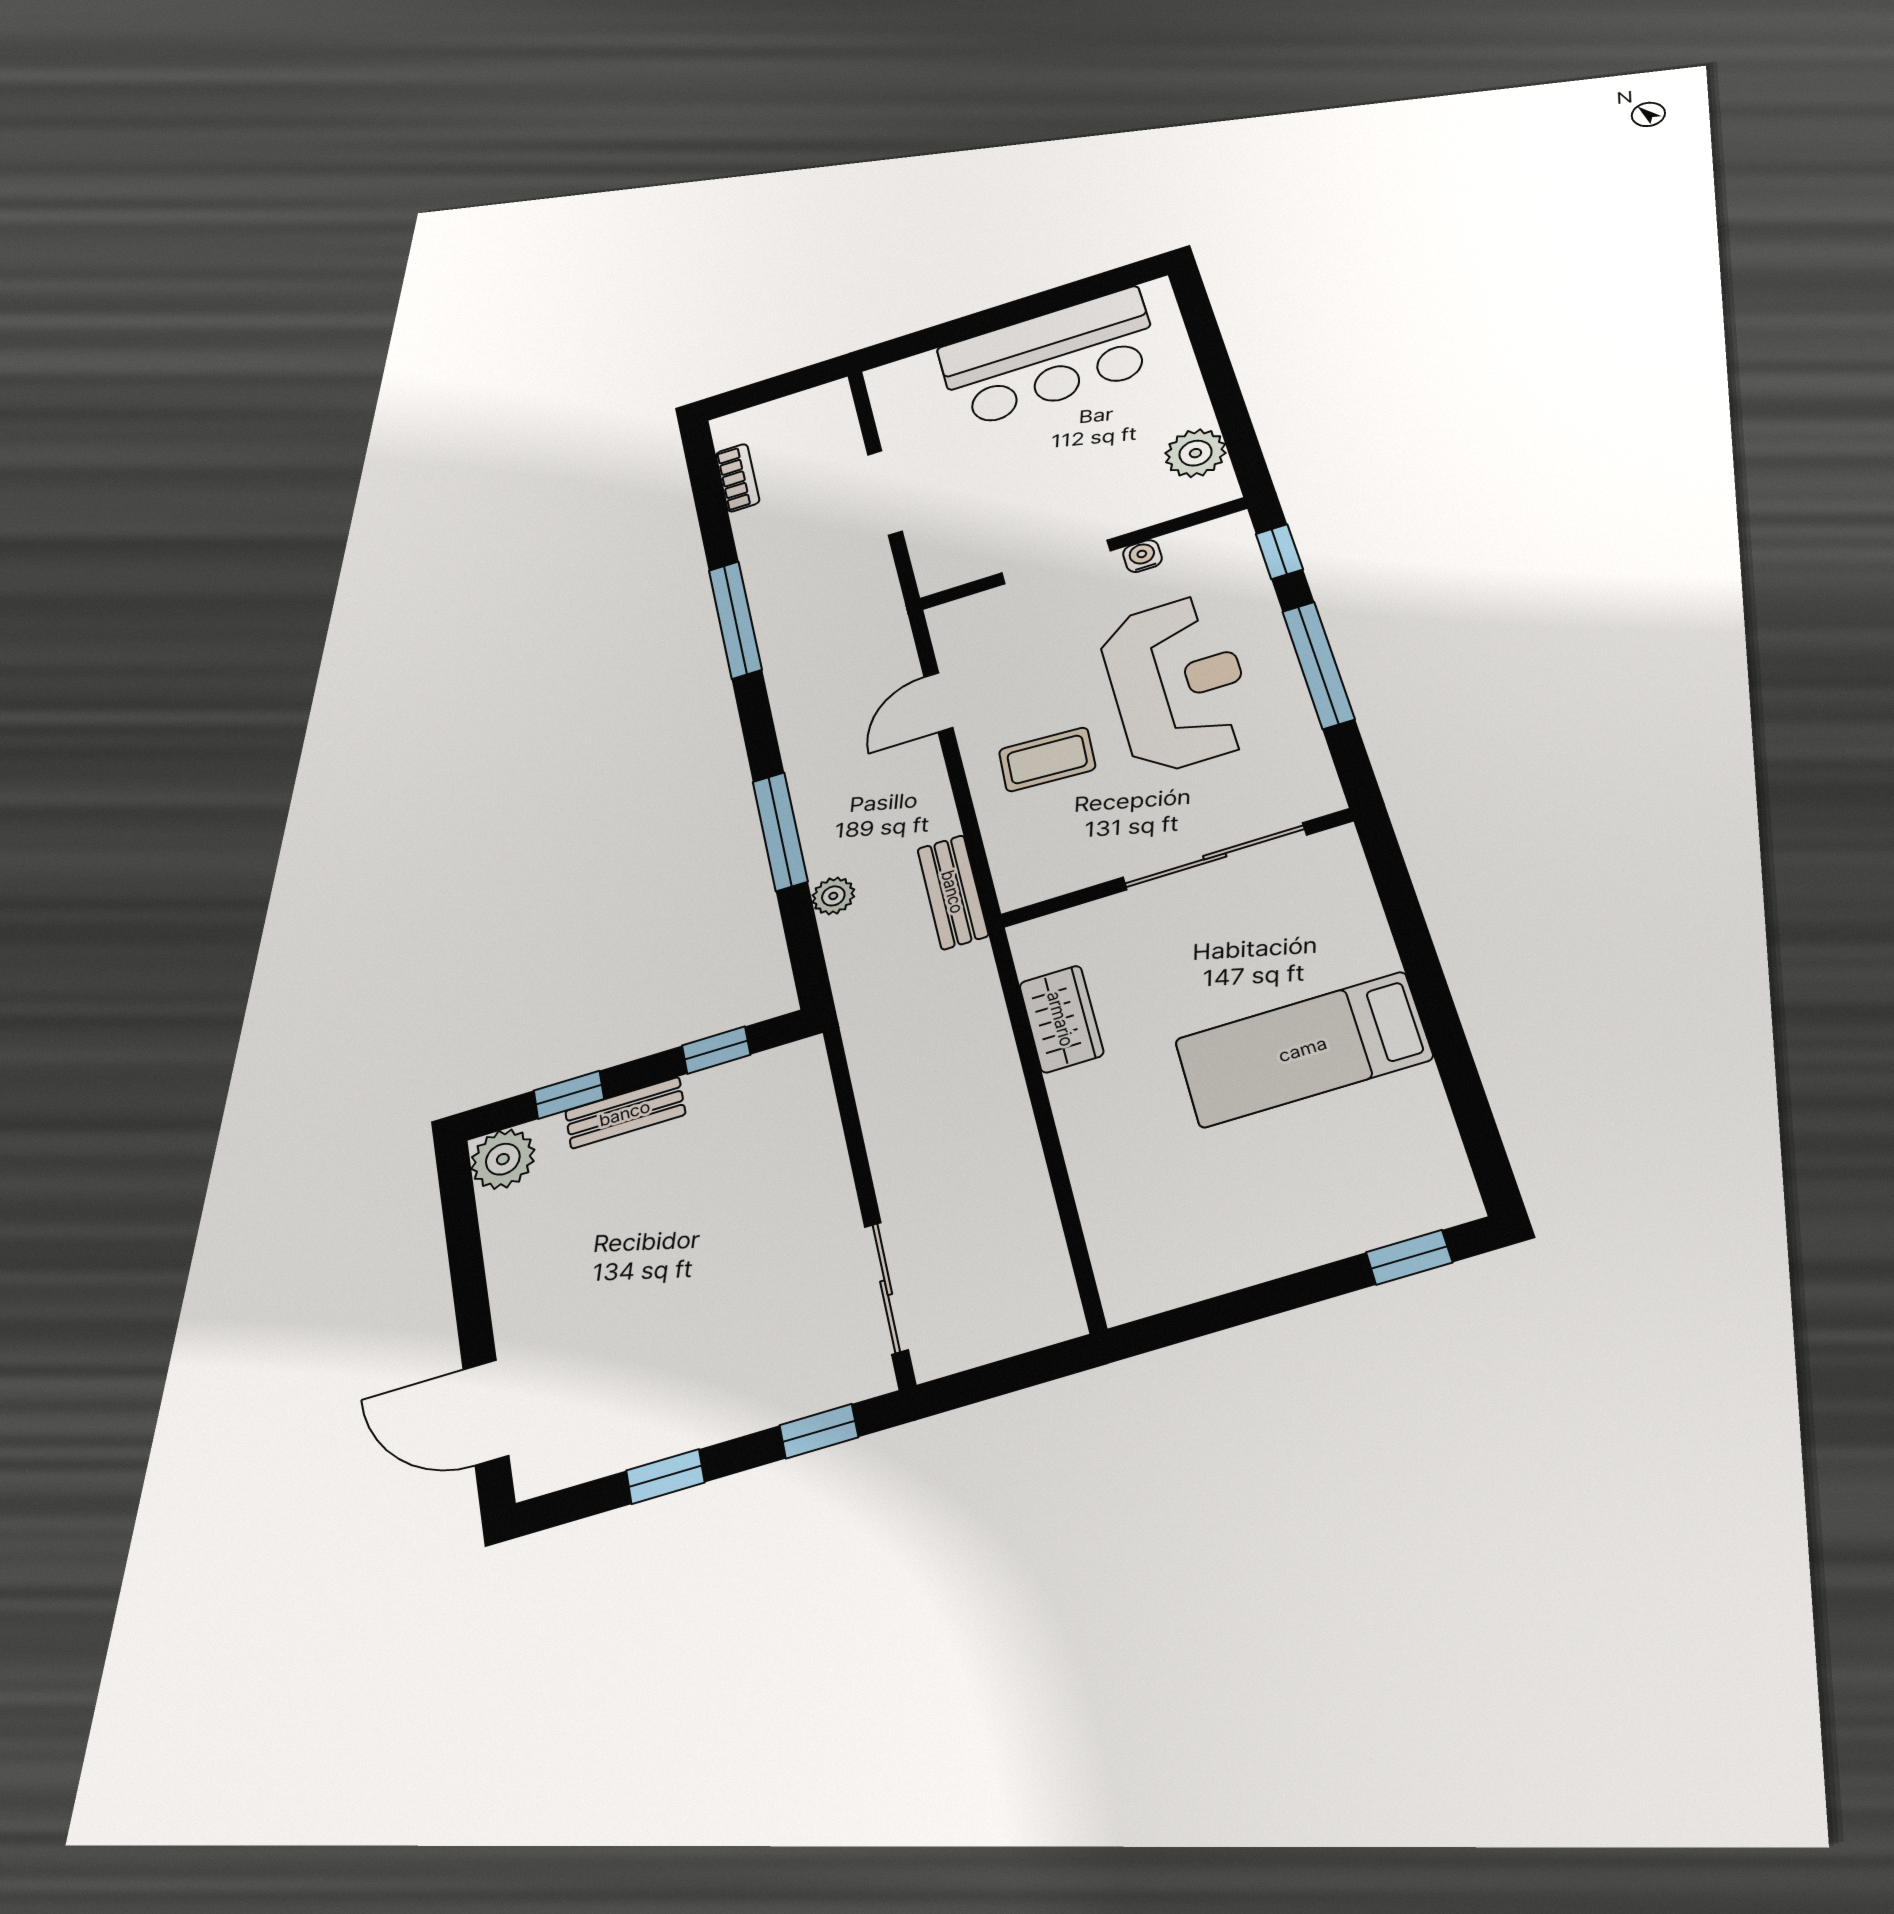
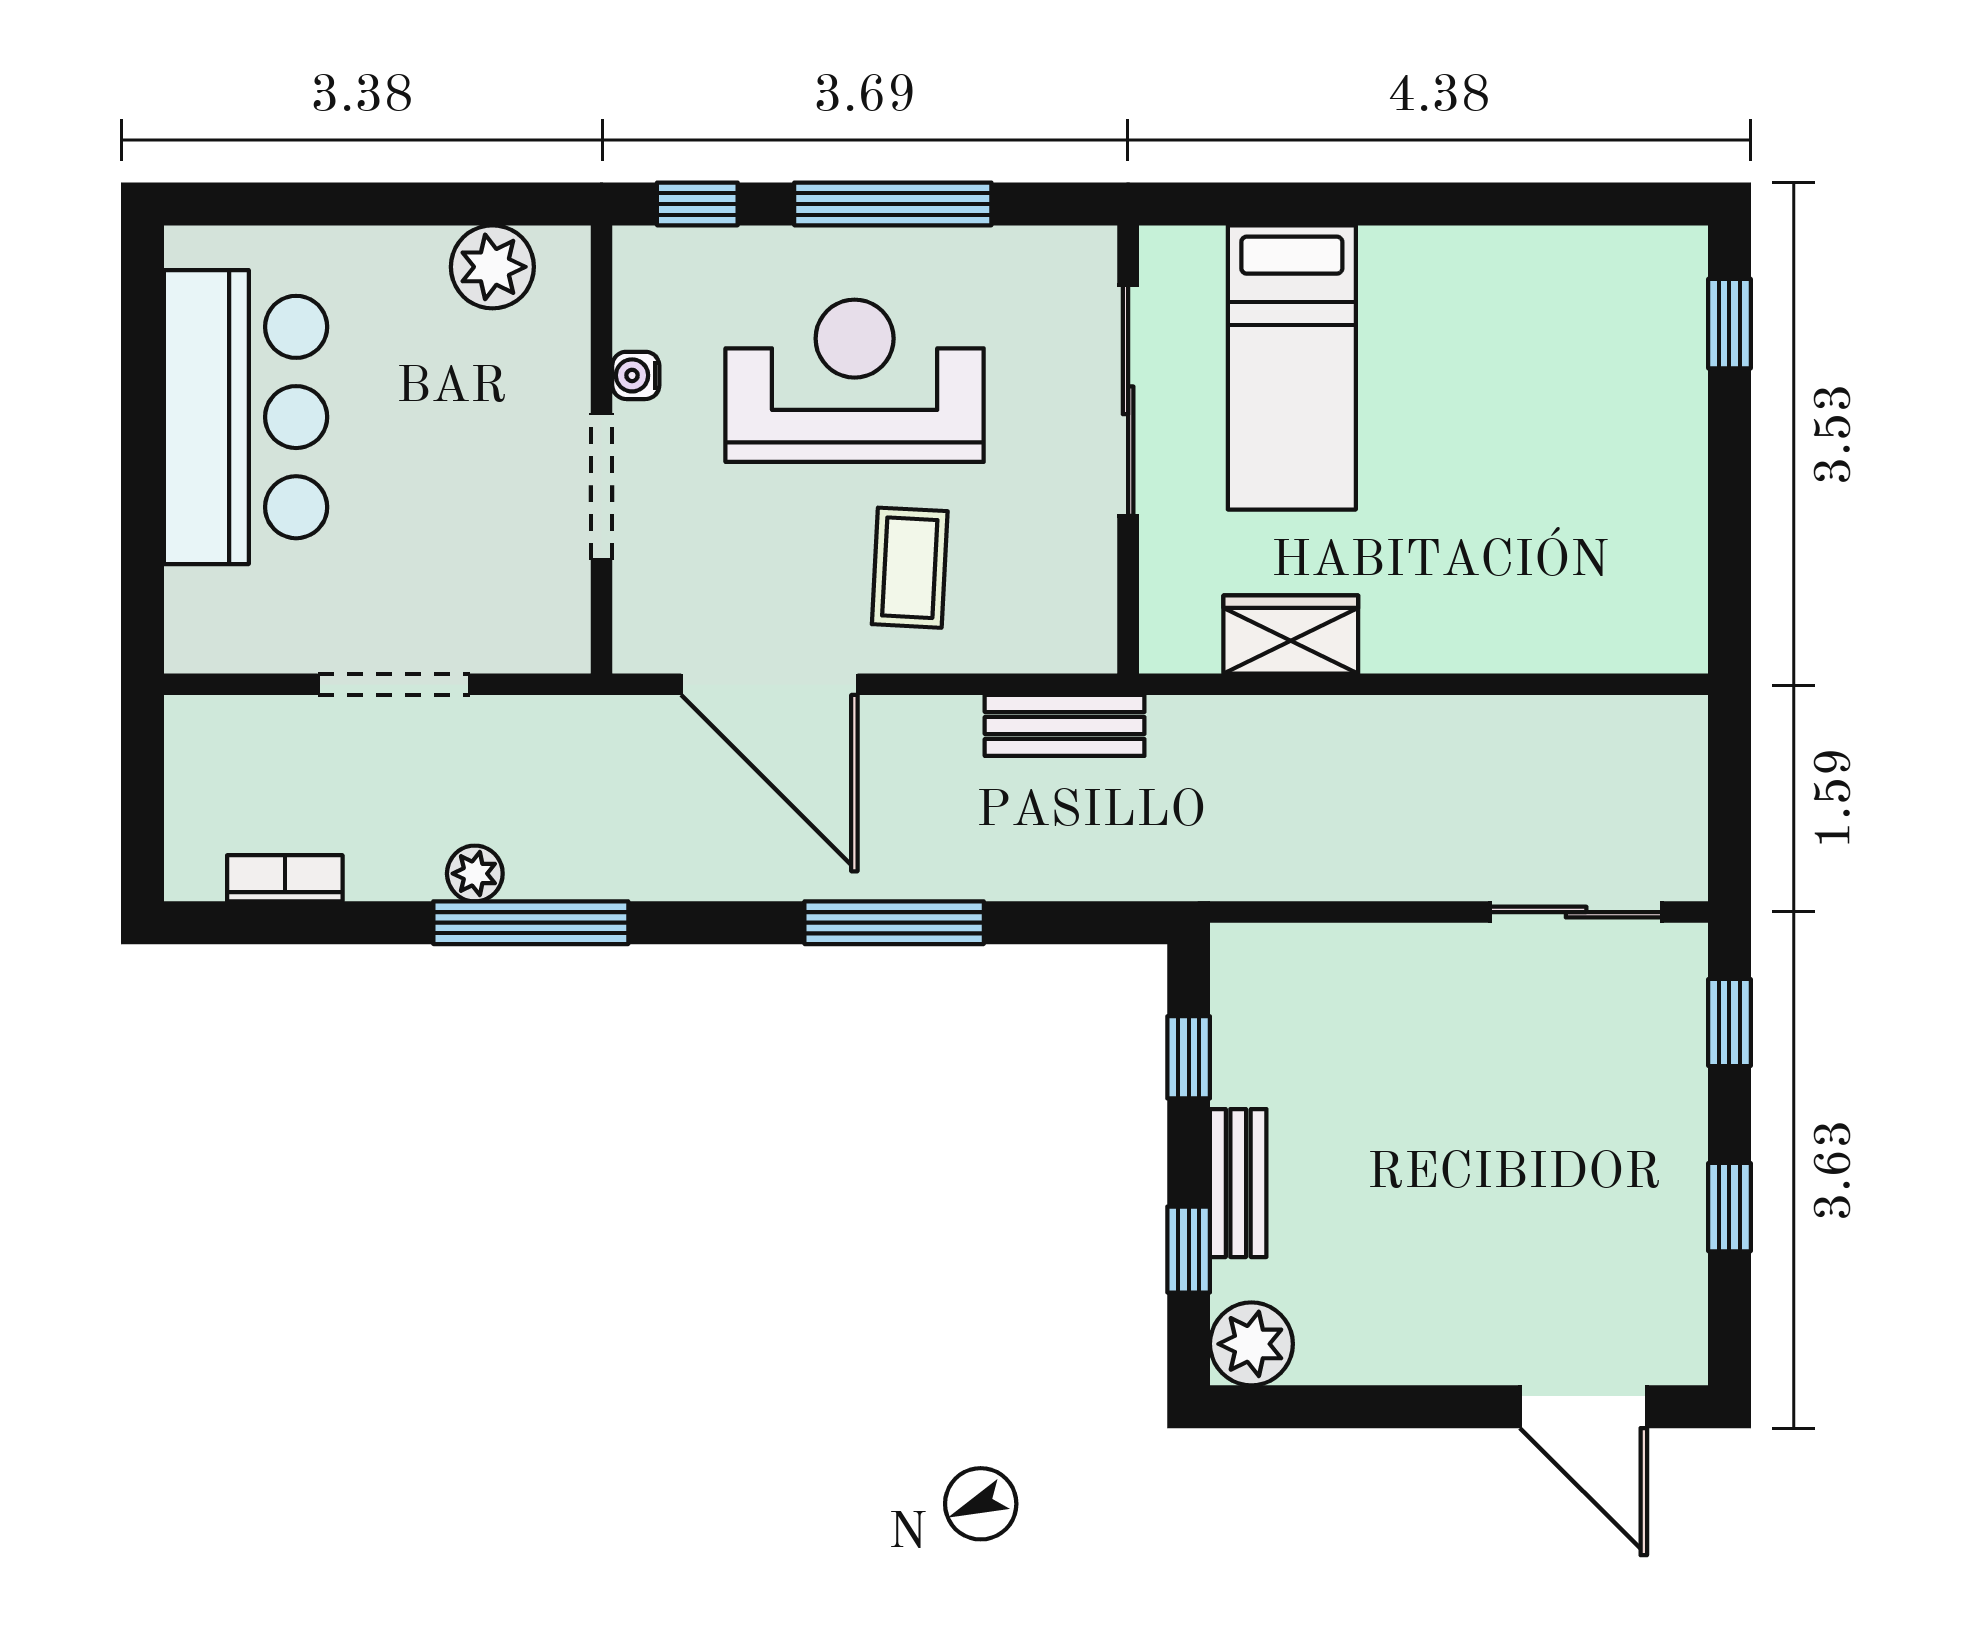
door: (938, 702) -> (769, 684), width x1.87
plant: (833, 896) -> (475, 874), moved
bed: (1303, 1049) -> (1292, 367), moved
door: (486, 1412) -> (1583, 1407), hinge flipped

